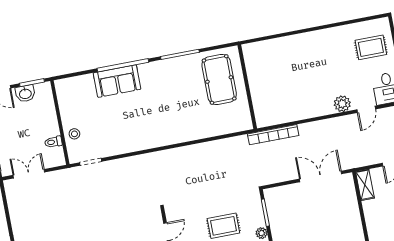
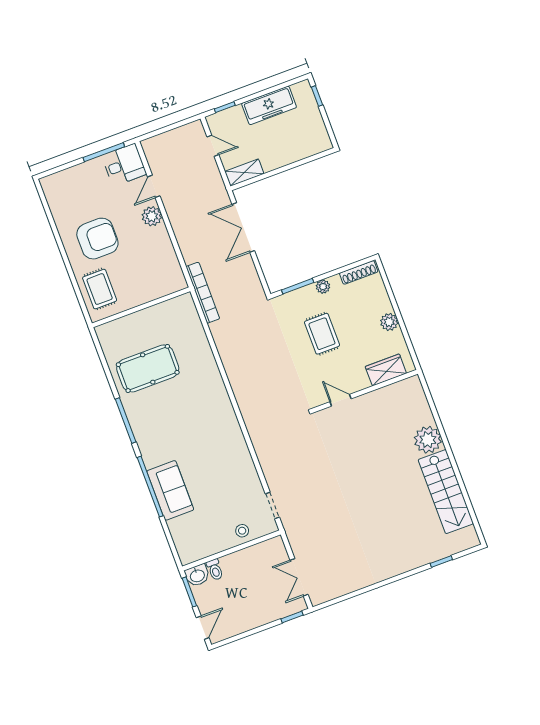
rug: (371, 47) -> (100, 289), moved
armchair: (332, 57) -> (97, 239), added
wall: (247, 87) -> (141, 307), moved
washbasin: (25, 93) -> (197, 575), moved, turned 90
door: (366, 109) -> (154, 186), swing flipped
toilet: (53, 142) -> (215, 570), moved

